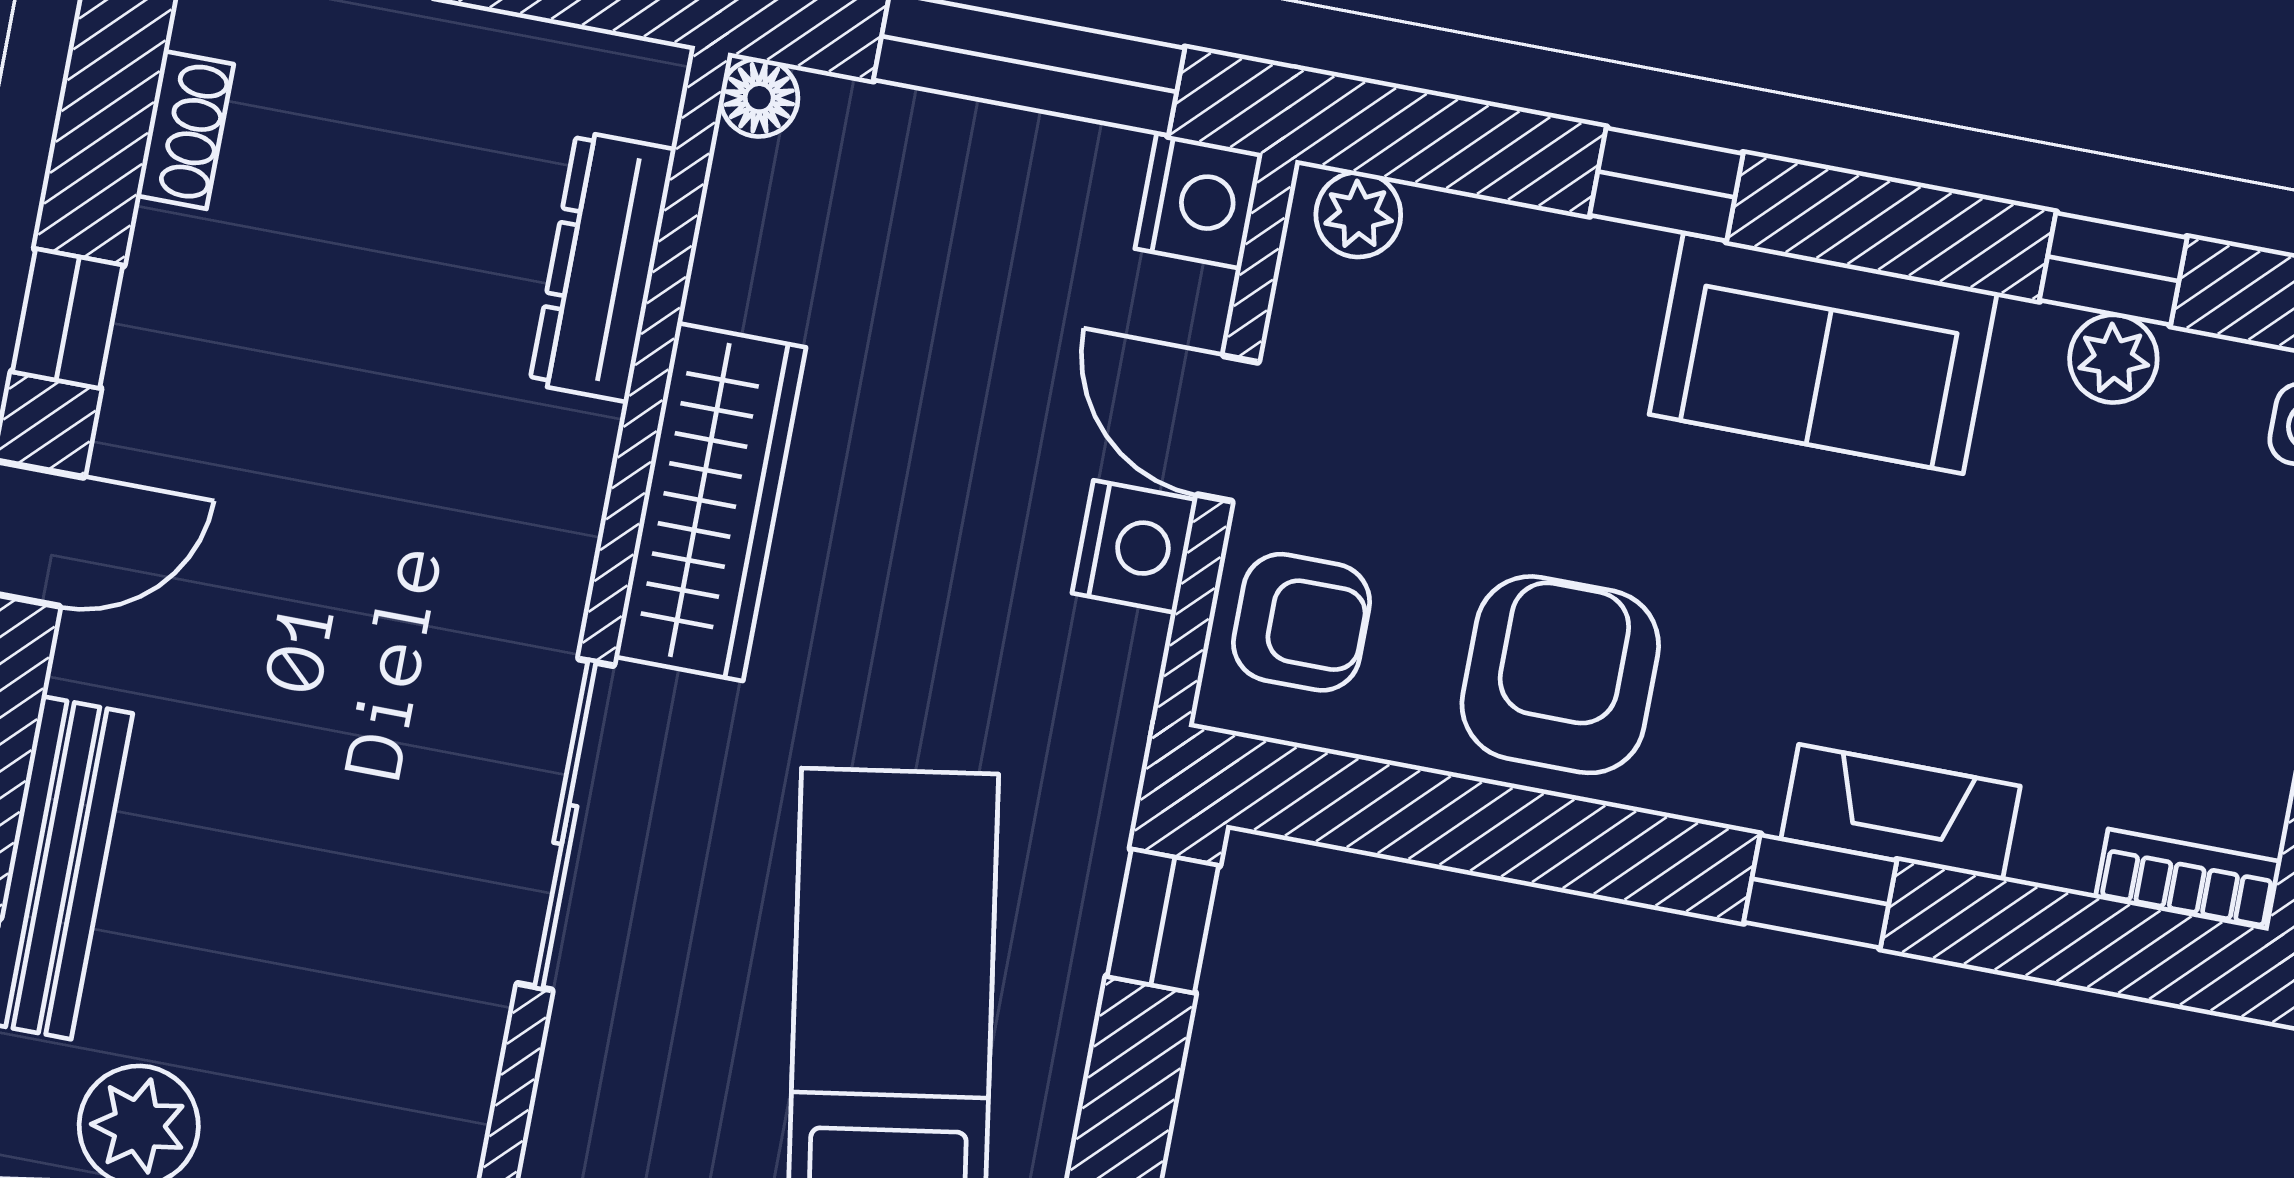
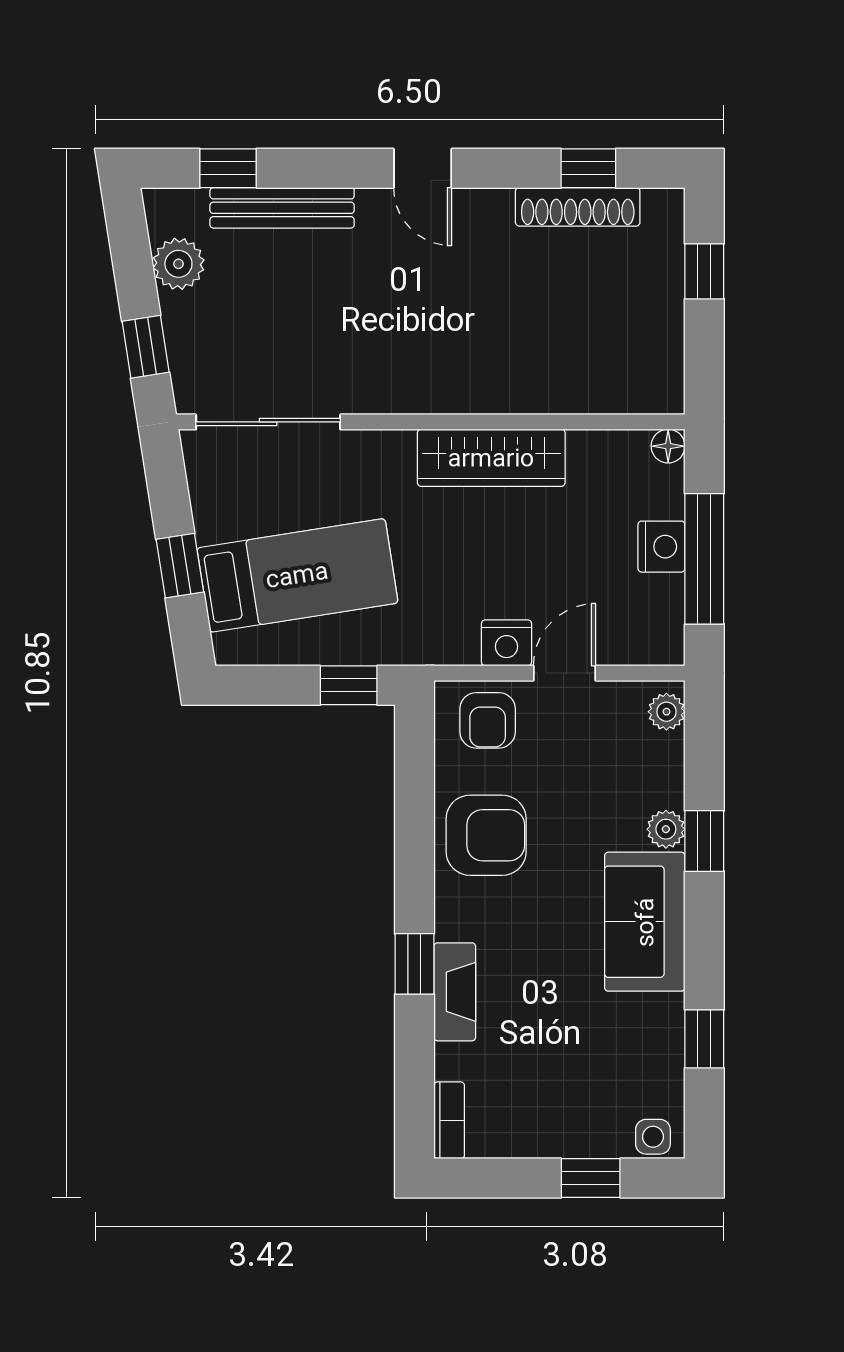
shoe rack: (185, 130) -> (578, 207), width x1.94, depth x1.24
nightstand: (1199, 201) -> (661, 547), moved, turned -90
dresser: (603, 267) -> (583, 393), removed
window: (68, 319) -> (588, 168), moved
plant: (2113, 359) -> (666, 829), moved
sliding door: (565, 824) -> (268, 422), moved

